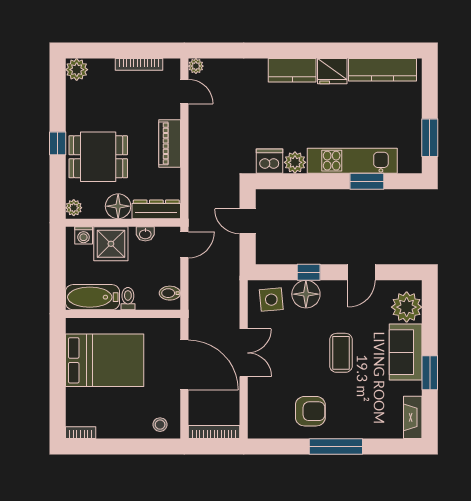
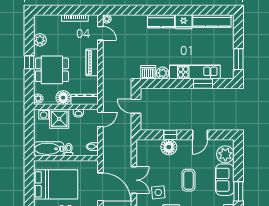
plant: (77, 70) -> (40, 40), moved
side table: (271, 300) -> (158, 192), moved

